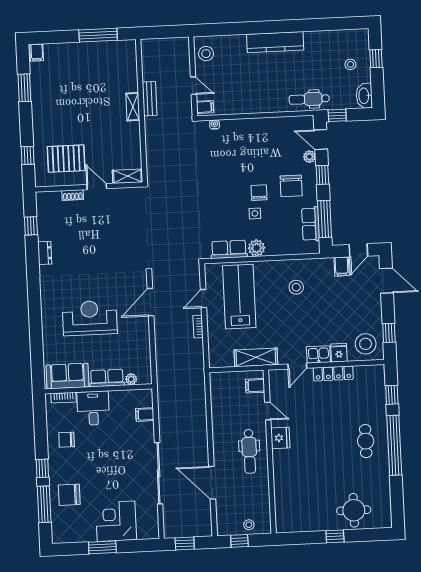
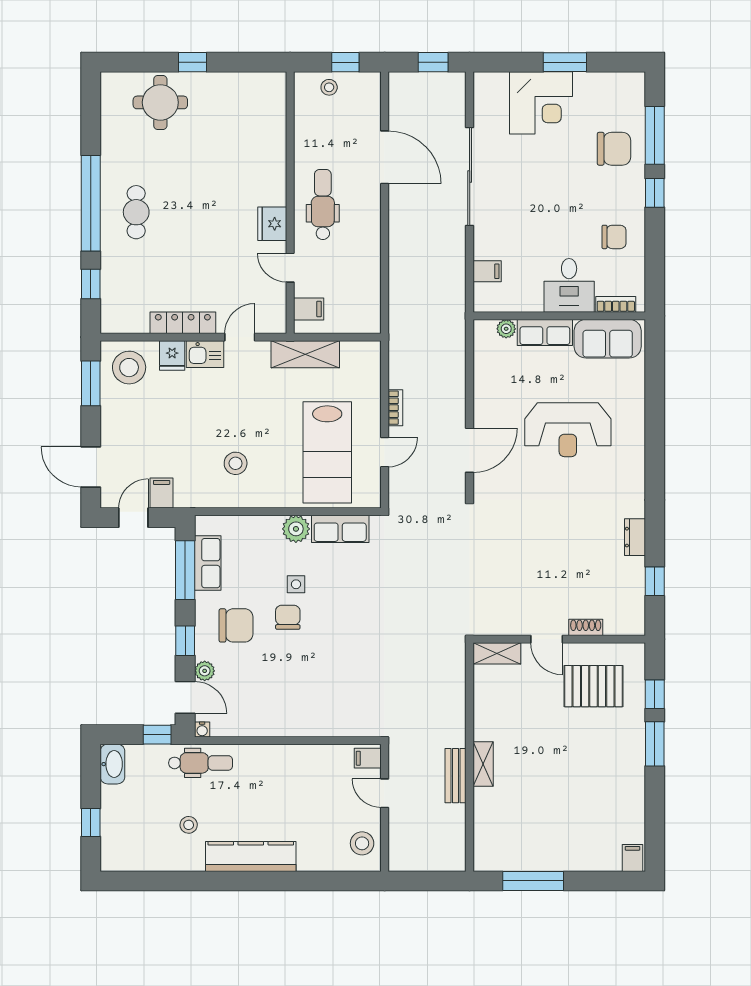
stool: (350, 64) -> (189, 825), moved
window: (24, 88) -> (655, 744), moved
water cooler: (215, 124) -> (202, 729), moved
chair: (291, 186) -> (236, 625), turned 90
chair: (259, 193) -> (288, 617), turned 180
window: (389, 333) -> (91, 383), width x1.50

